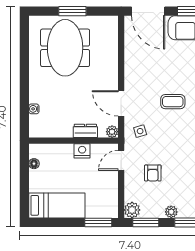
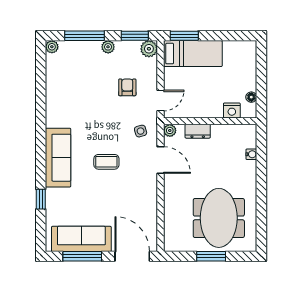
nightstand: (82, 151) -> (232, 110), moved
bed: (57, 205) -> (193, 54), moved, turned 180

